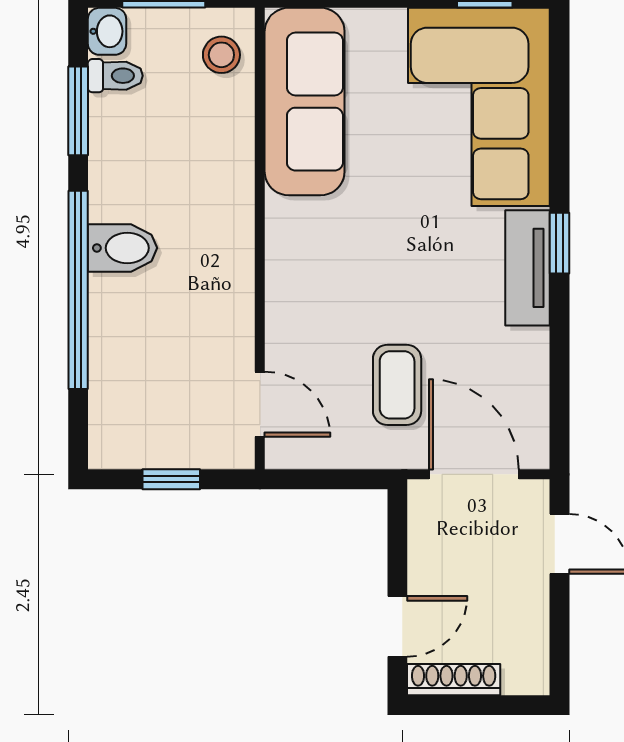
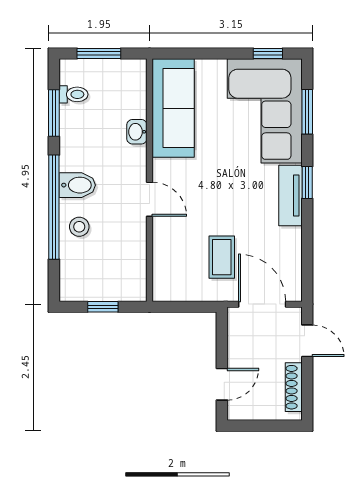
washbasin: (107, 31) -> (137, 132), moved, turned 180
stool: (221, 55) -> (79, 227), moved
window: (559, 109) -> (307, 112), added
door: (260, 404) -> (150, 199), moved
shoe rack: (454, 680) -> (294, 387), moved, turned -90

